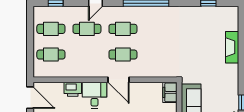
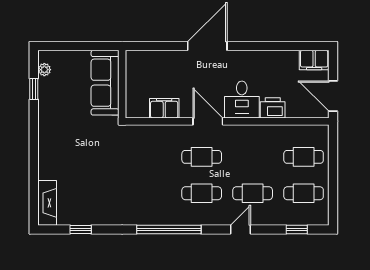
fireplace: (232, 47) -> (47, 203), moved
filing cabinet: (170, 92) -> (164, 108), moved, turned -90

